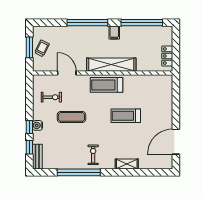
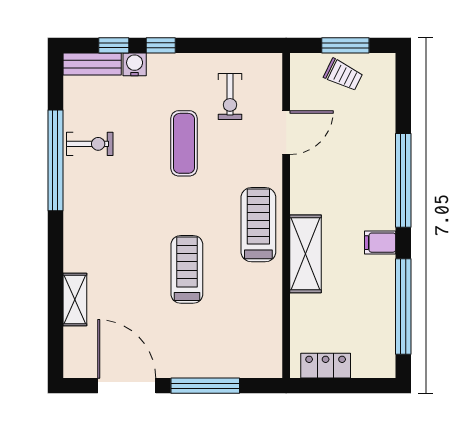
shelving: (111, 65) -> (305, 254), width x0.68
window: (176, 108) -> (205, 386), added
water cooler: (37, 125) -> (135, 64), moved
exercise bike: (93, 155) -> (90, 144), moved
shelving: (127, 164) -> (75, 299), moved

